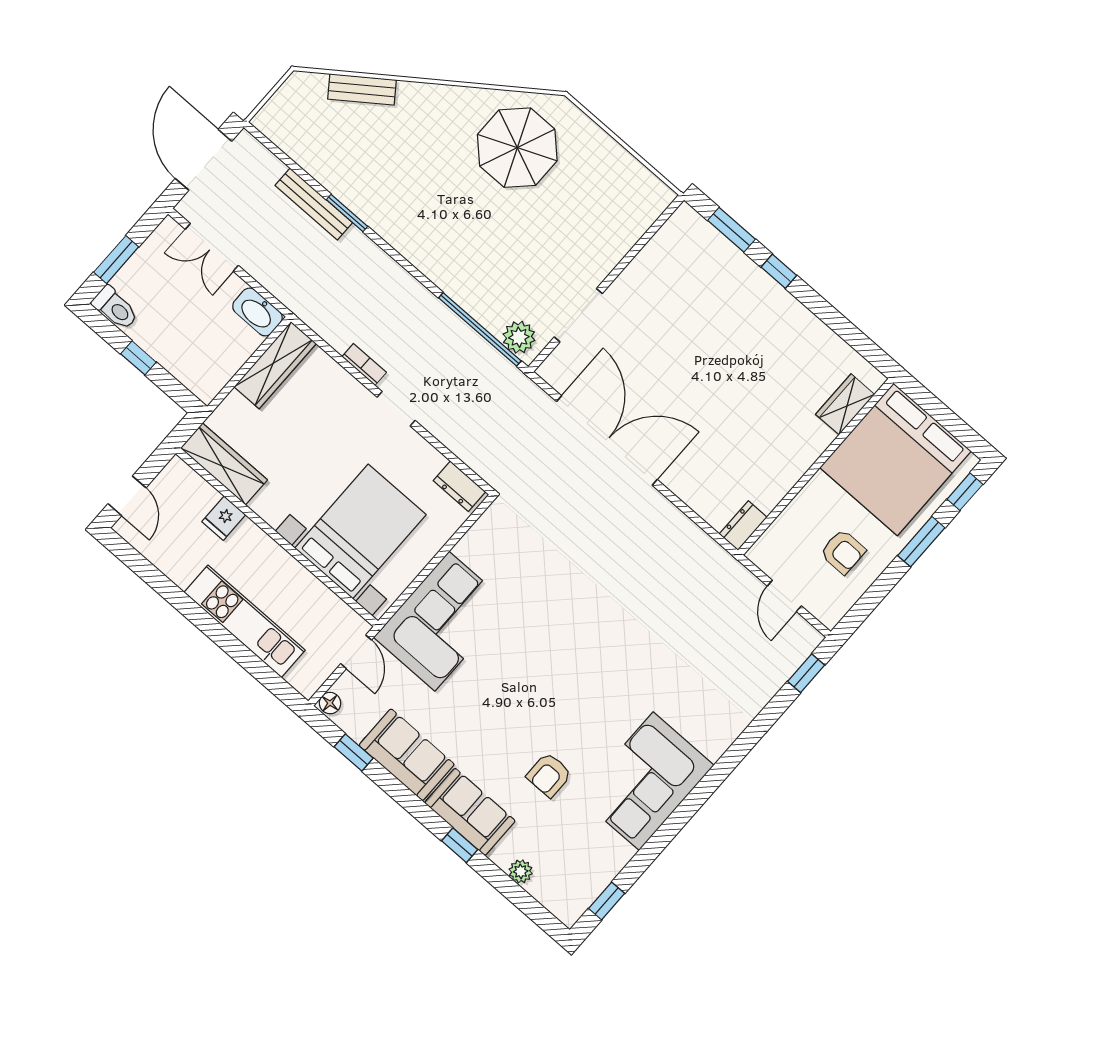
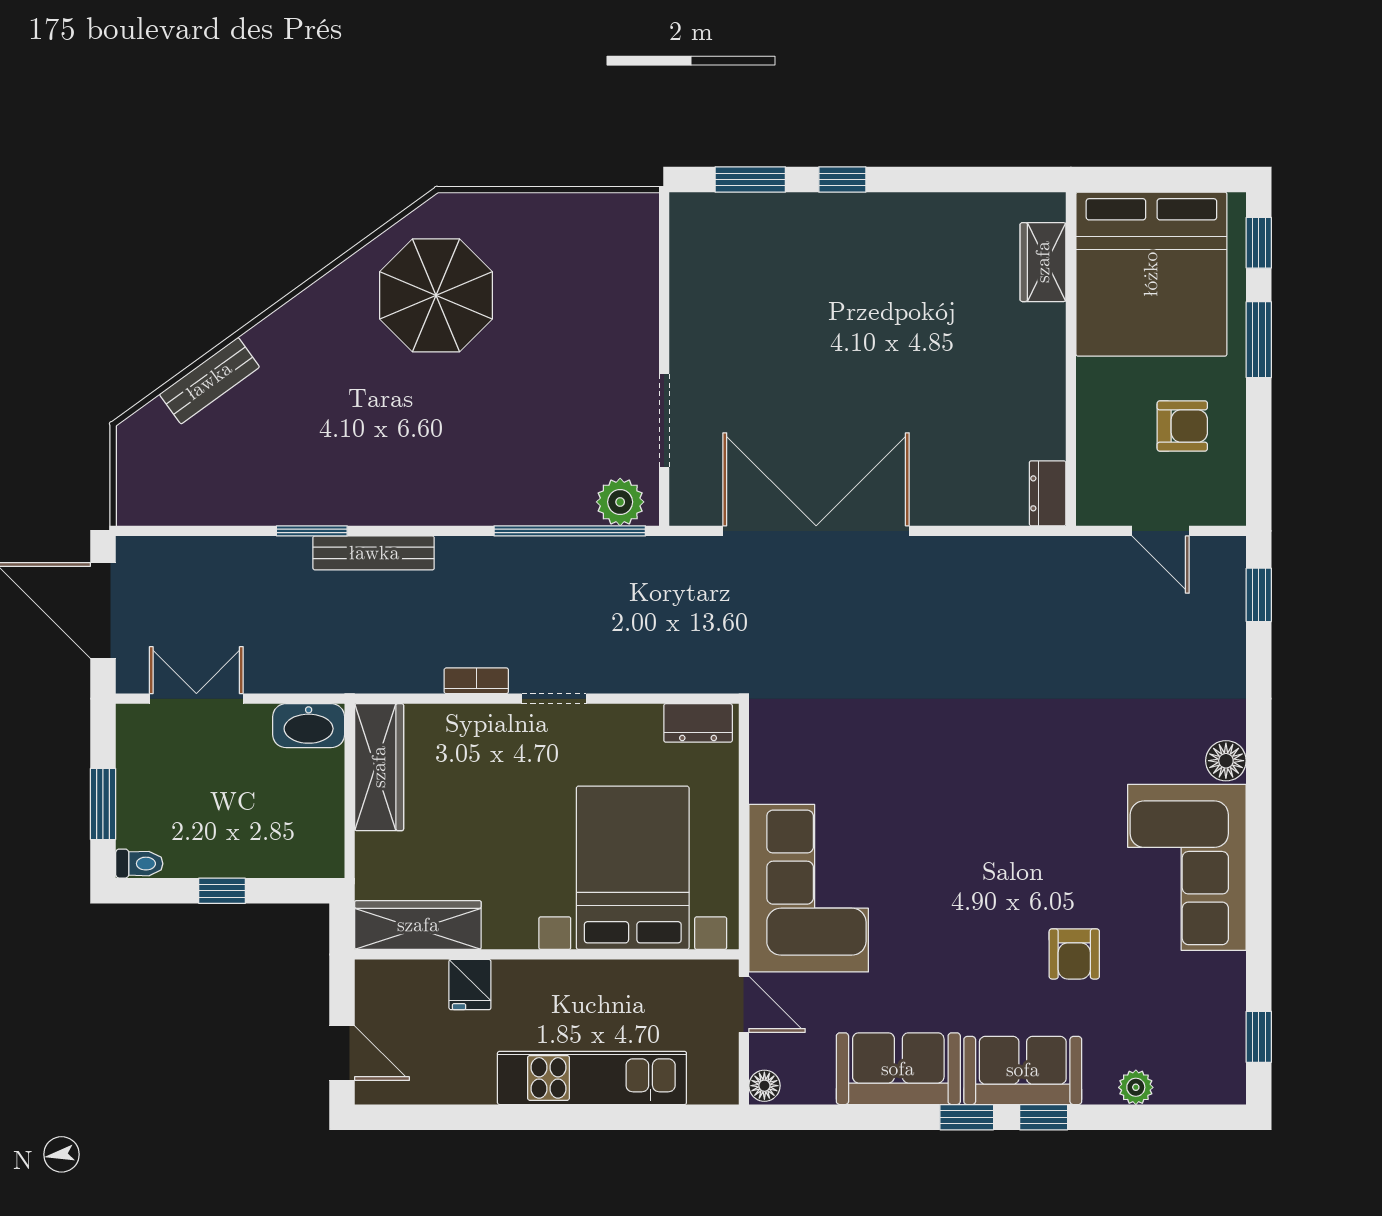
bench: (314, 204) -> (374, 553), moved
double door: (212, 247) -> (196, 699), swing flipped
toilet: (115, 308) -> (139, 864), width x0.73, depth x0.72
floor lamp: (714, 744) -> (1226, 761), added
window: (354, 752) -> (967, 1117), moved

